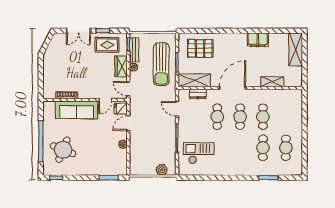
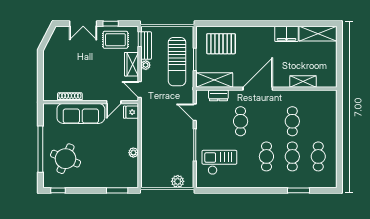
shelving: (296, 49) -> (318, 34), moved, turned 90
cafe table: (240, 117) -> (266, 156), moved
door: (128, 123) -> (140, 128), removed

